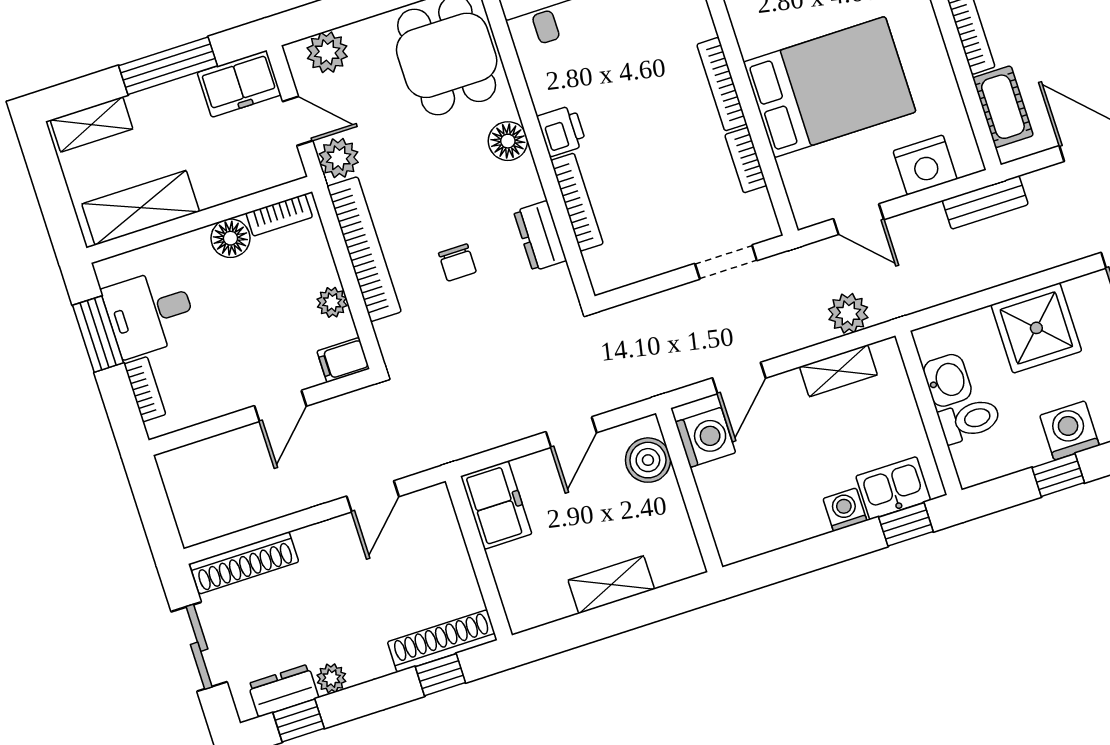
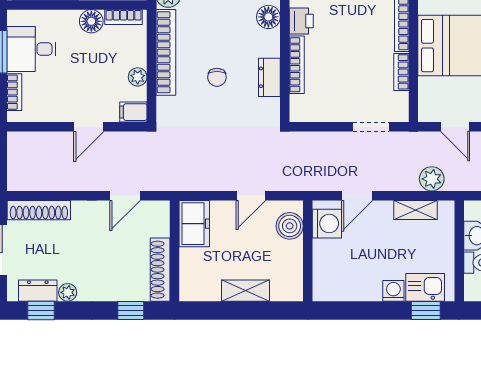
shoe rack: (442, 641) -> (160, 270), moved, turned -90

